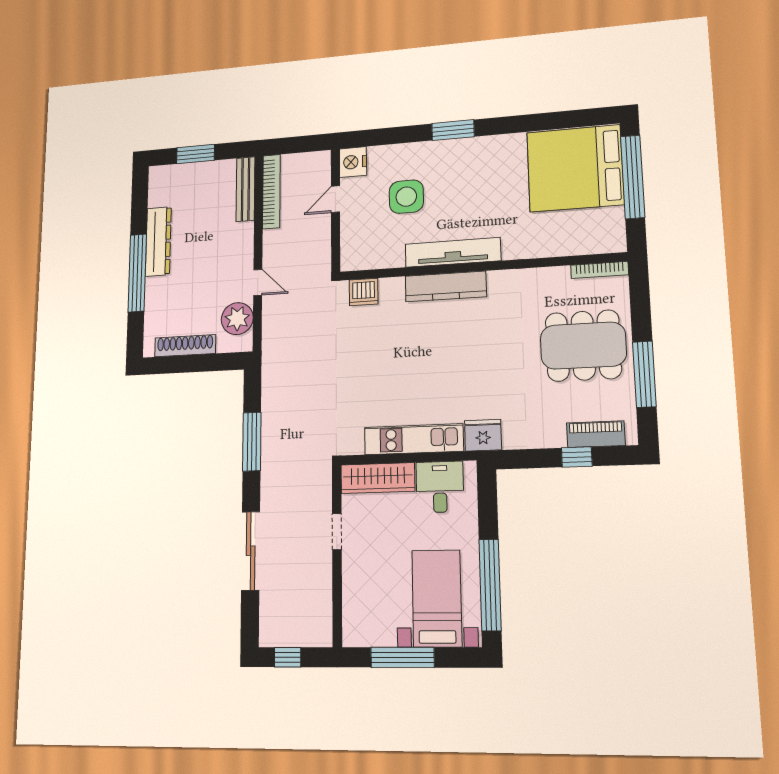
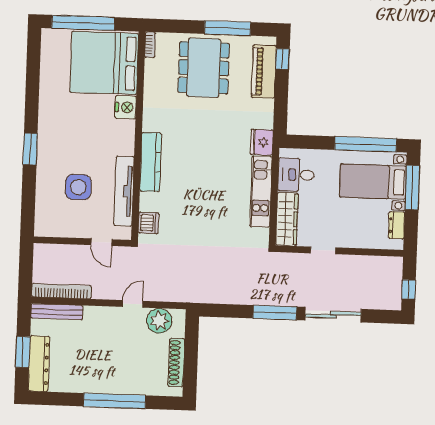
nightstand: (353, 162) -> (126, 107), moved, turned -90
bed: (575, 168) -> (104, 63), moved, turned 90
door: (335, 199) -> (101, 242), moved
dresser: (158, 241) -> (39, 364), moved, turned 90
tv unit: (453, 252) -> (124, 191), moved
bookcase: (599, 270) -> (150, 45), width x0.64
piano: (596, 434) -> (264, 71), width x1.37, depth x1.33
window: (252, 442) -> (275, 313), moved
window: (577, 457) -> (282, 59), moved
dresser: (376, 636) -> (397, 225), added
window: (402, 657) -> (412, 187), moved

